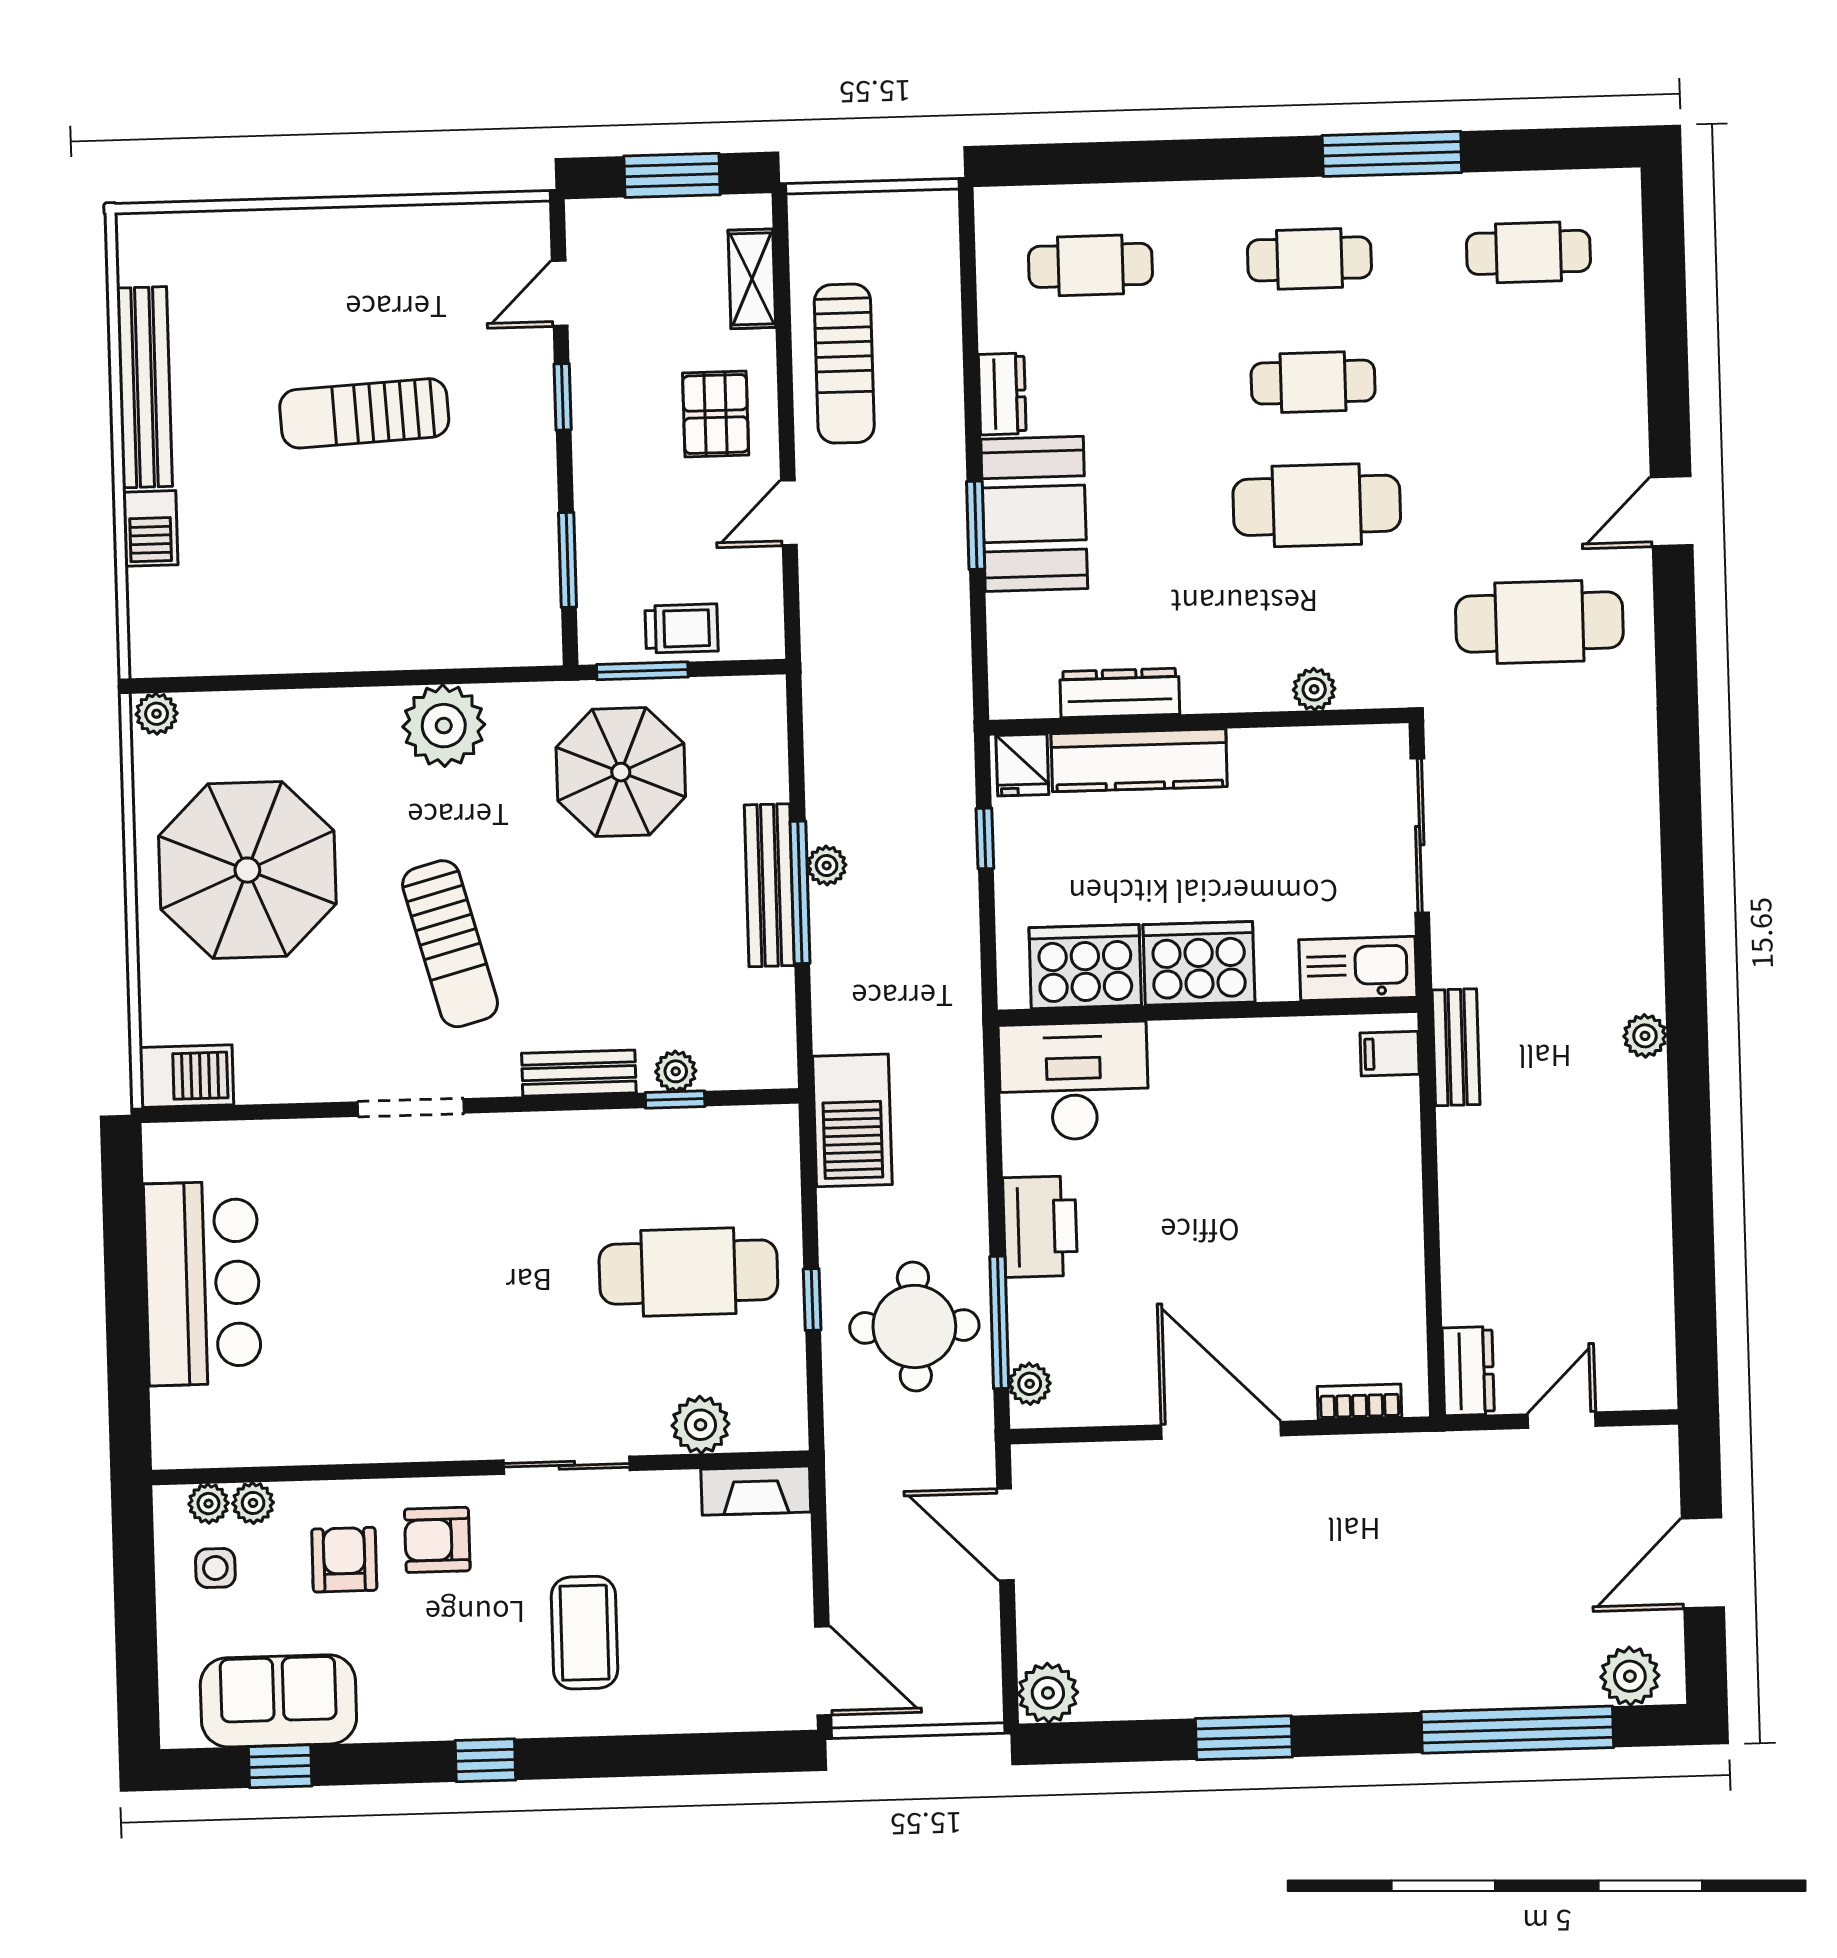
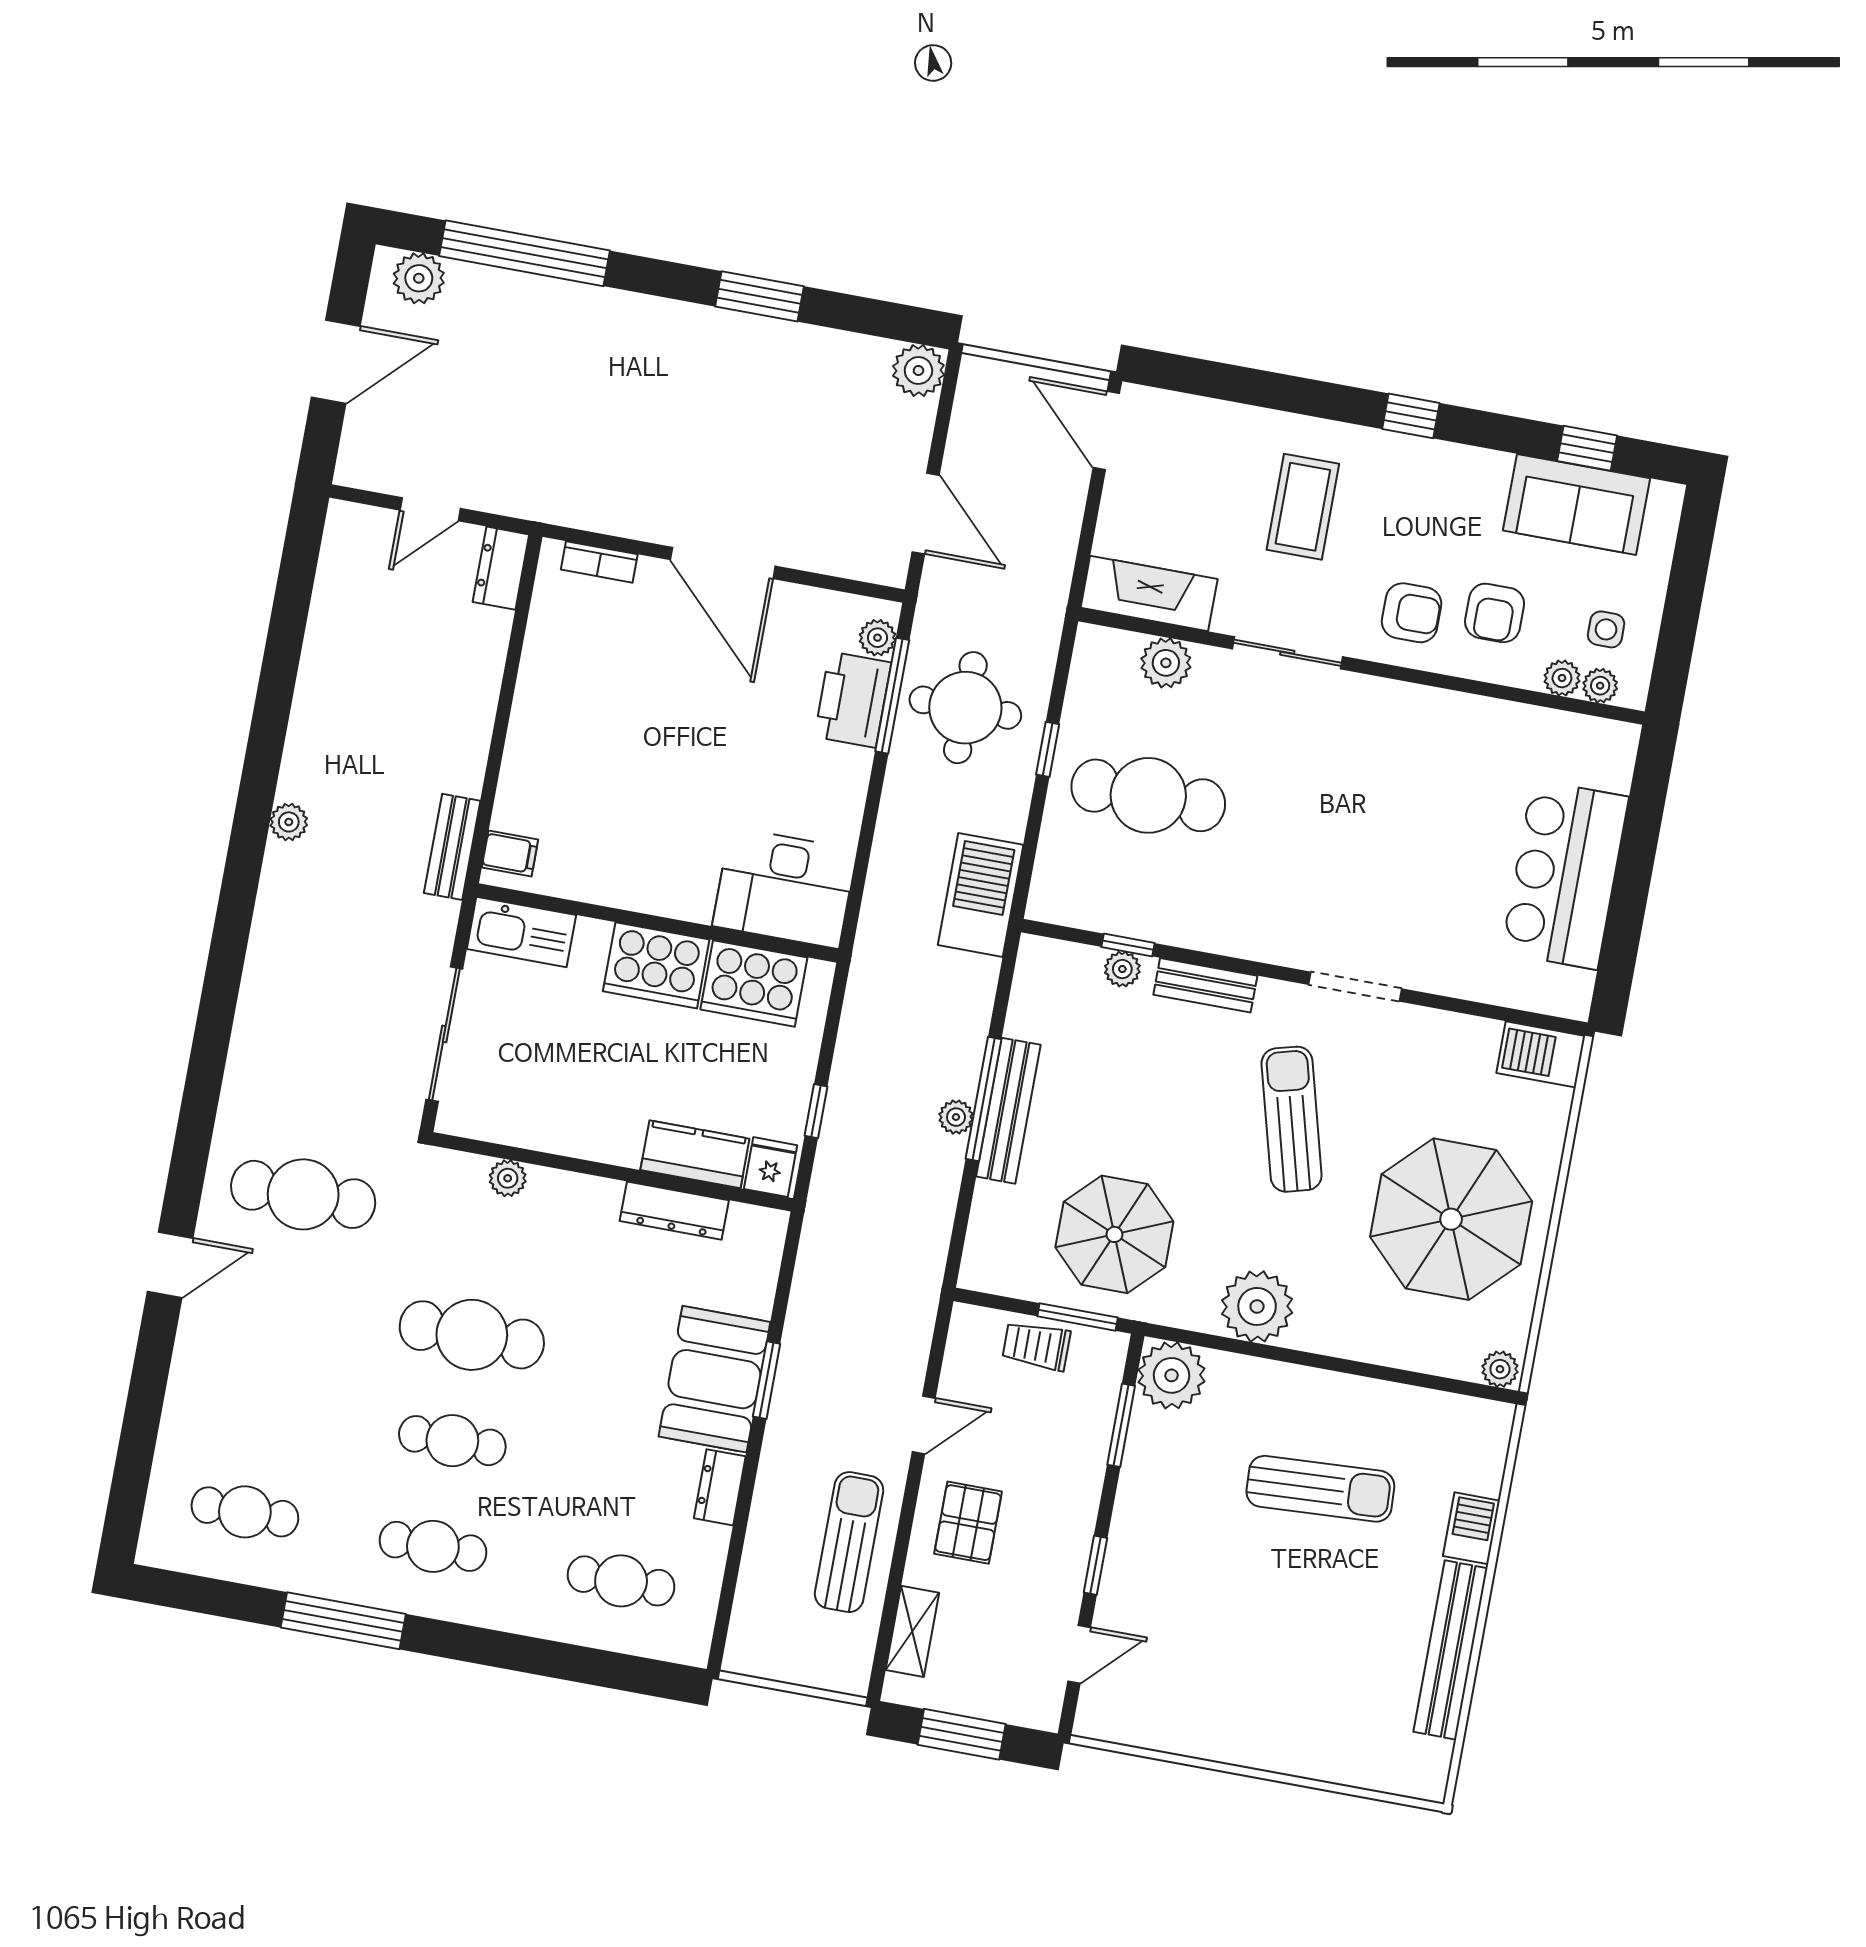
sun lounger: (364, 413) -> (1320, 1489), moved
plant: (523, 628) -> (1172, 1375), added
kitchen counter: (1139, 760) -> (695, 1154), width x0.67
printer: (1040, 1227) -> (853, 700), moved
fireplace: (756, 1491) -> (1149, 593), width x1.37, depth x1.32

